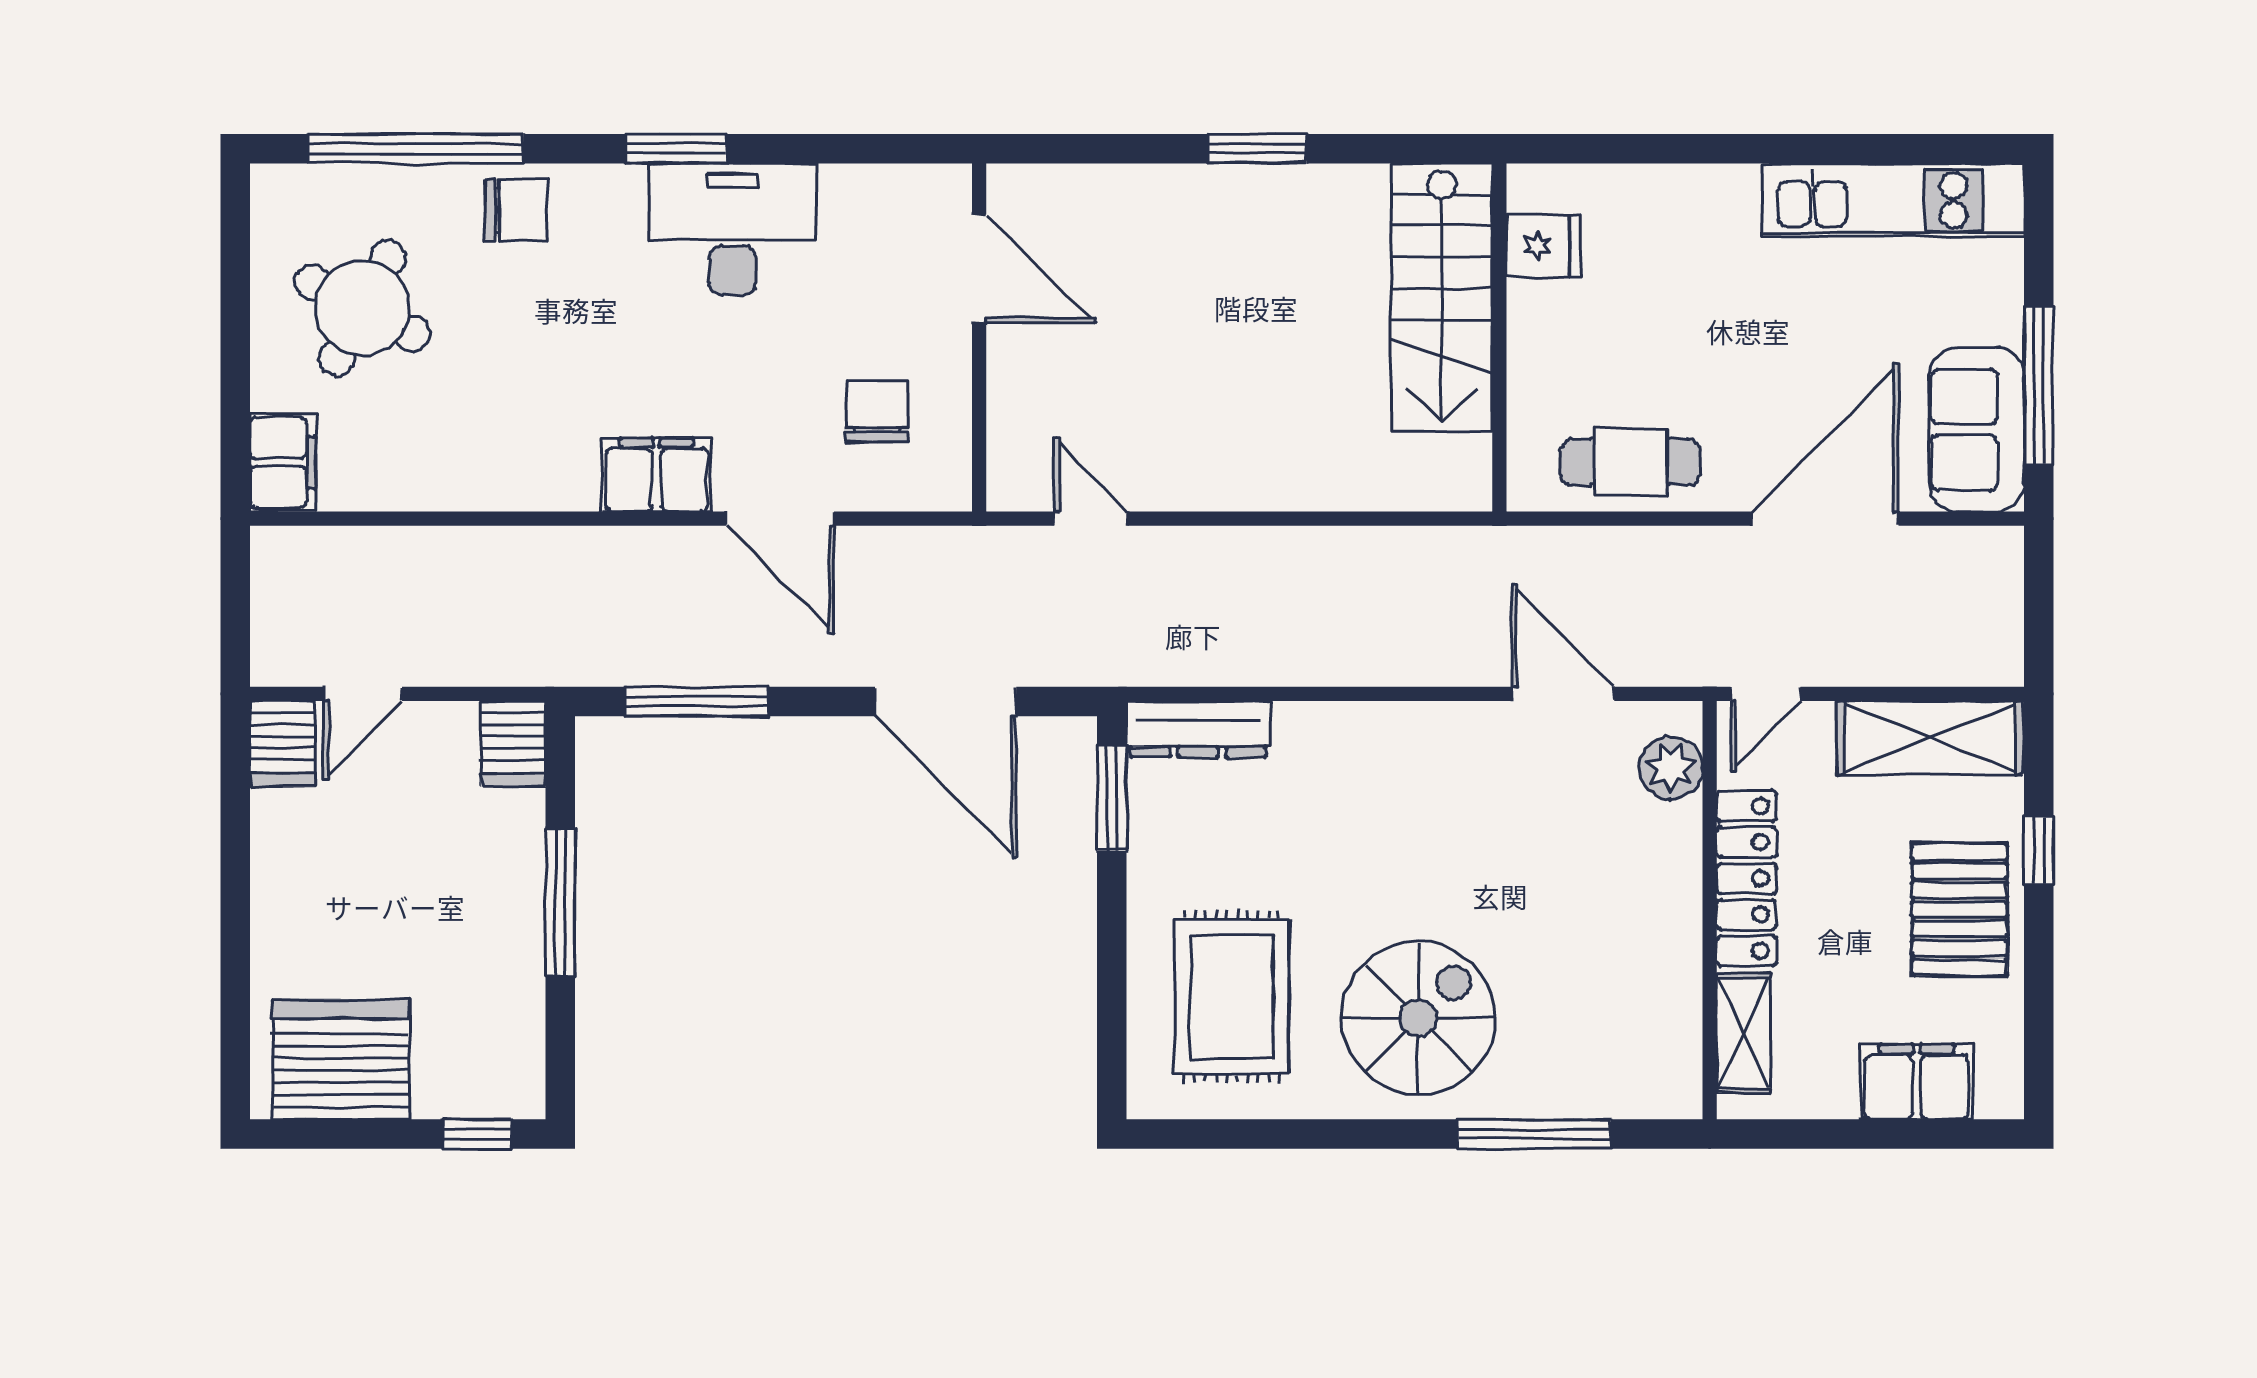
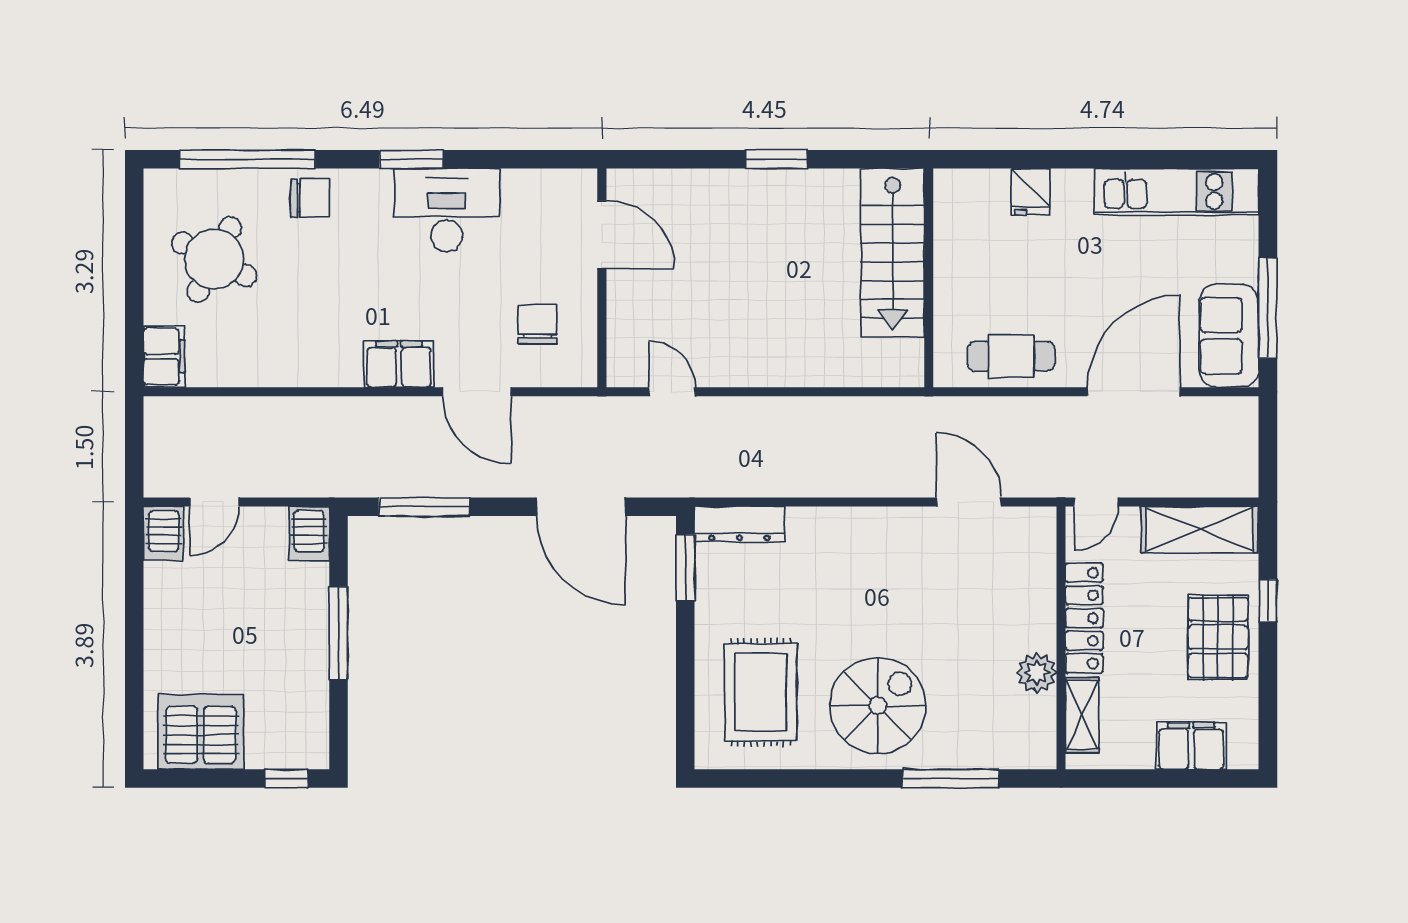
fridge: (1543, 246) -> (1031, 192), moved, turned 90
plant: (1671, 768) -> (1037, 673), moved

